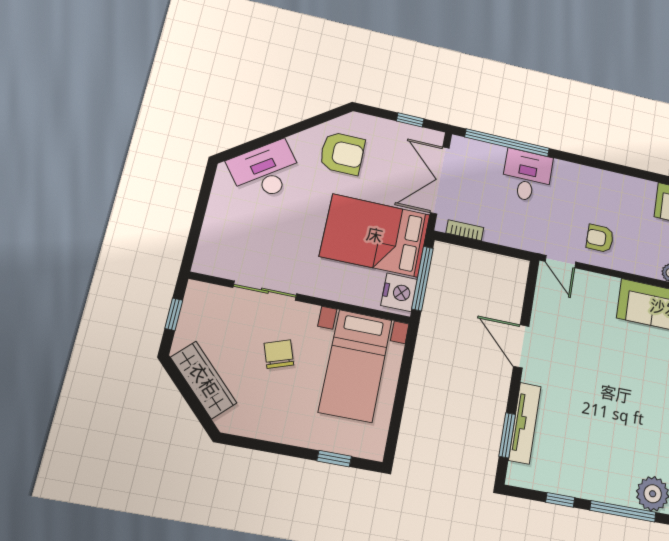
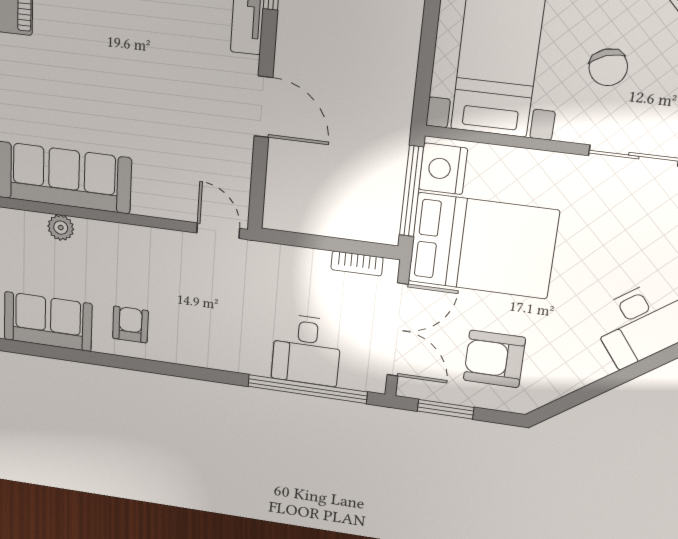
window: (410, 120) -> (446, 409), width x1.50
armchair: (342, 153) -> (494, 359), moved
desk: (527, 176) -> (306, 350), moved
armchair: (600, 238) -> (130, 325), moved, turned -90

